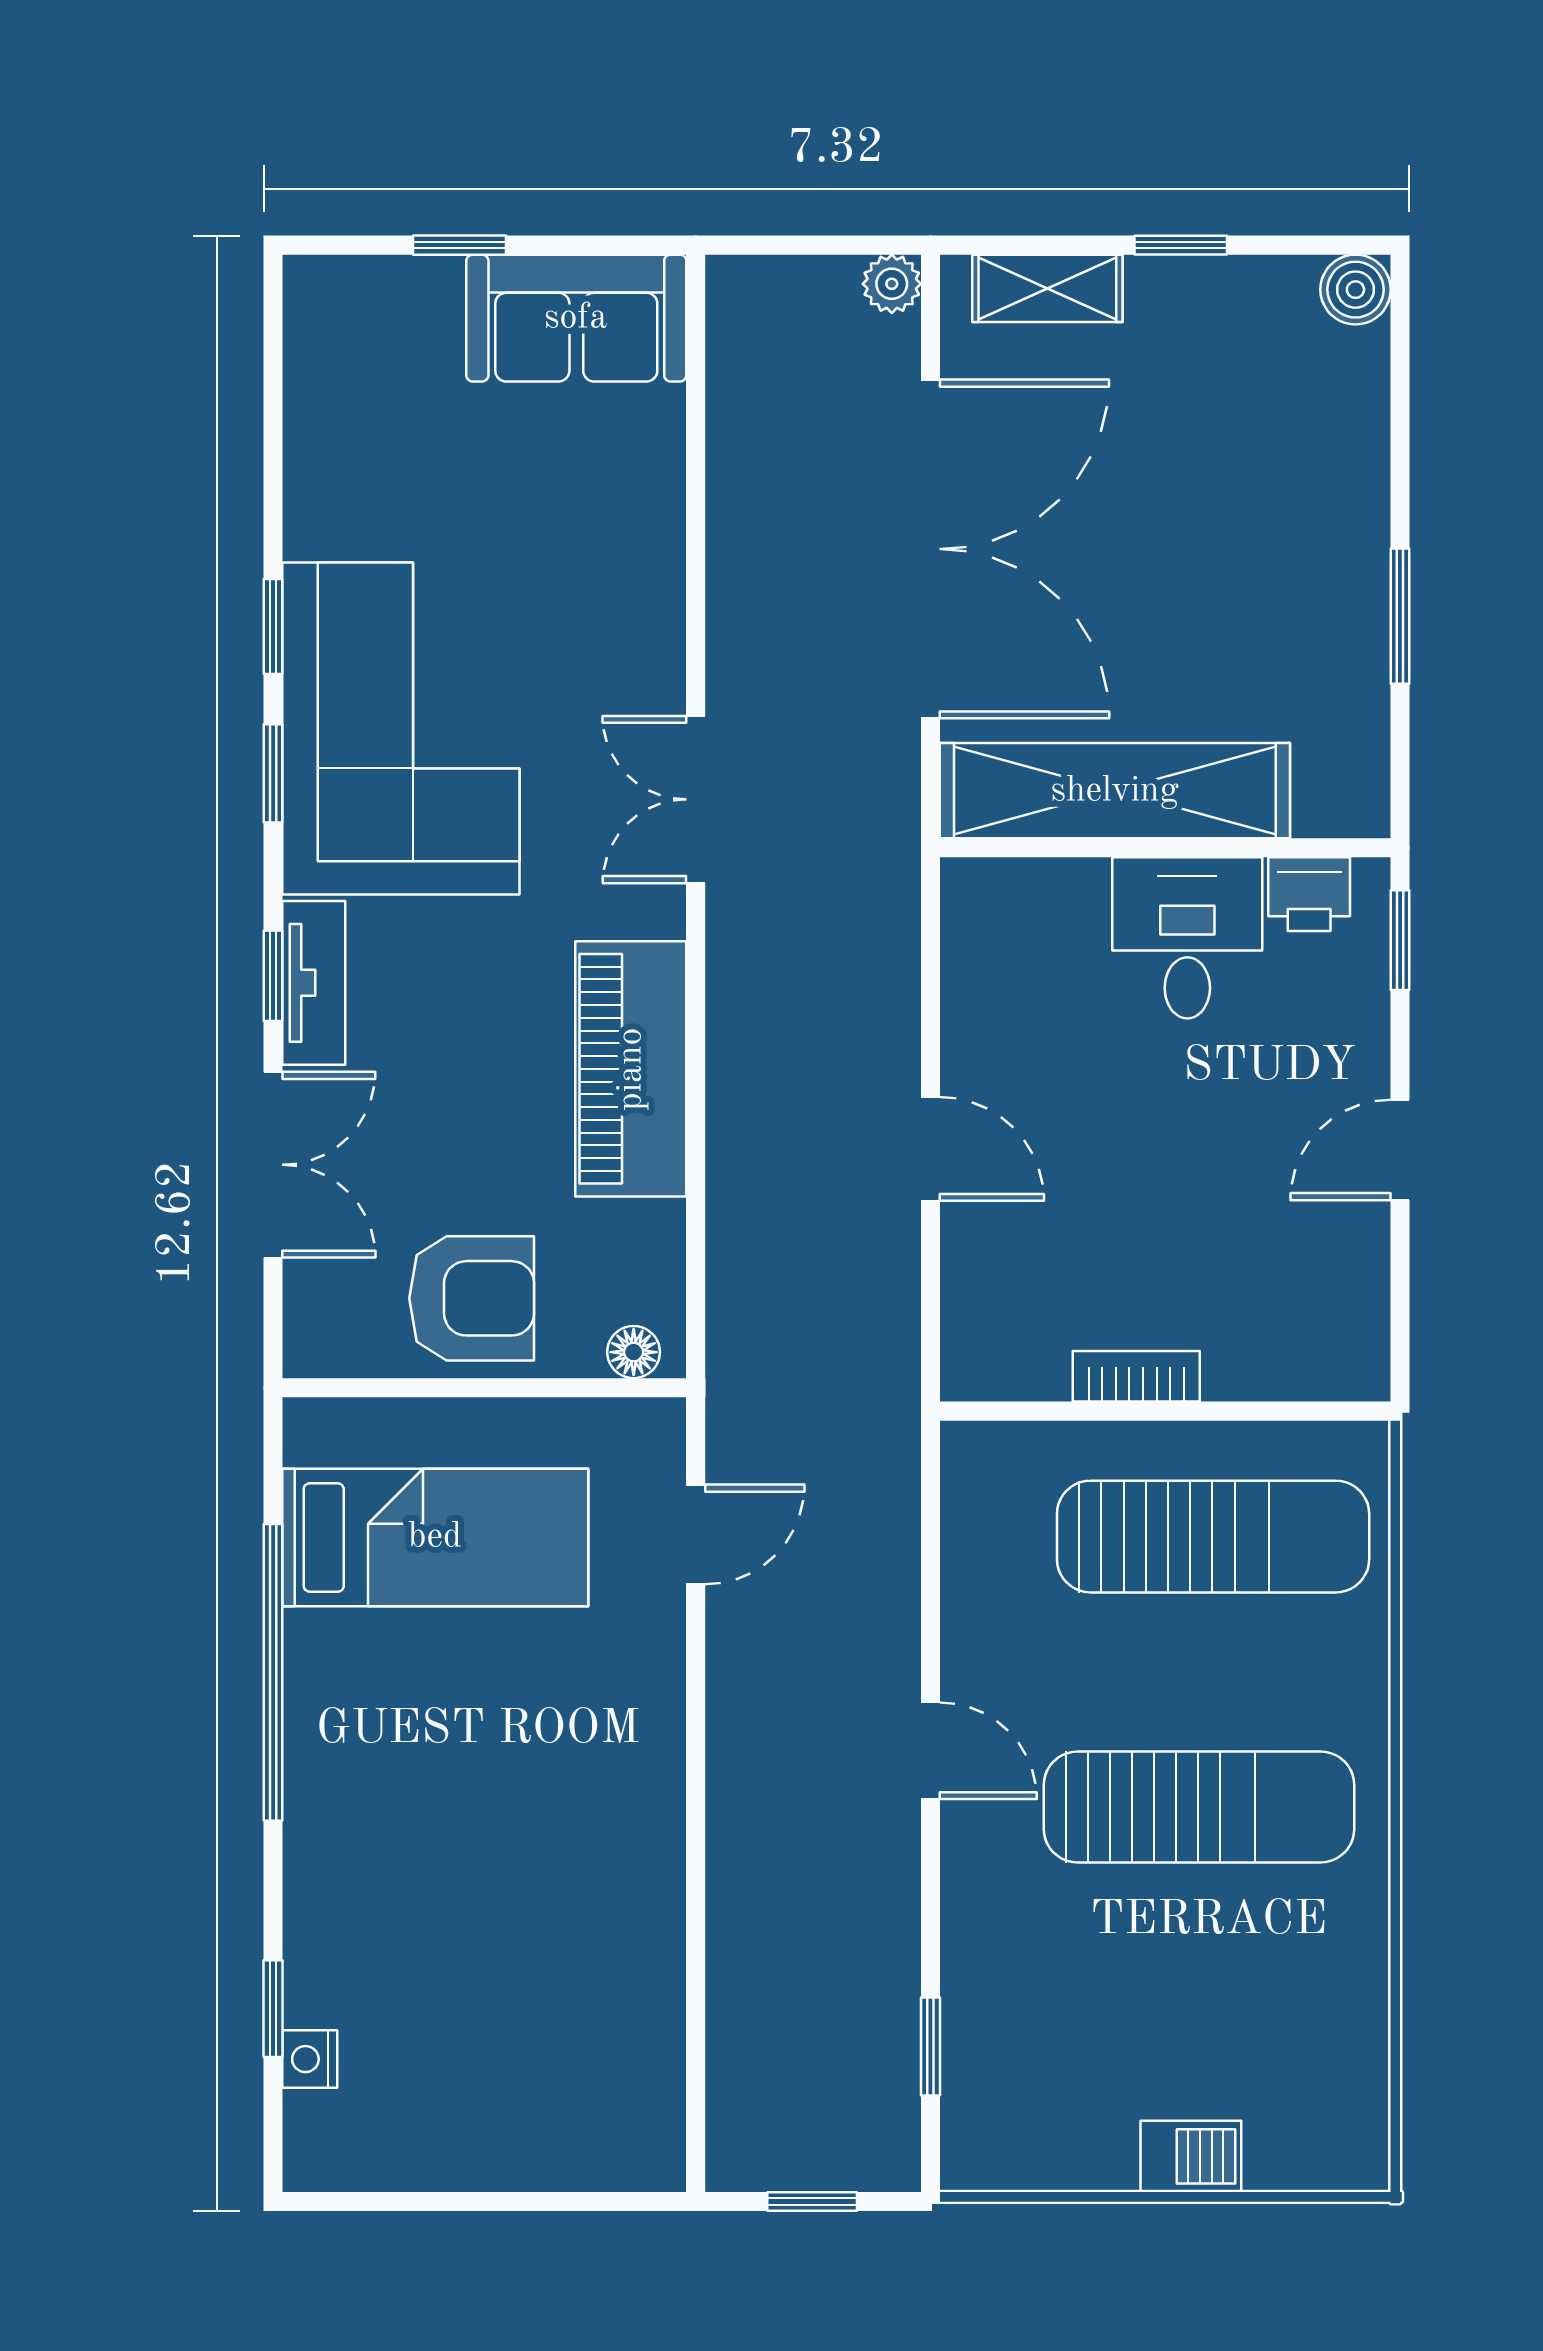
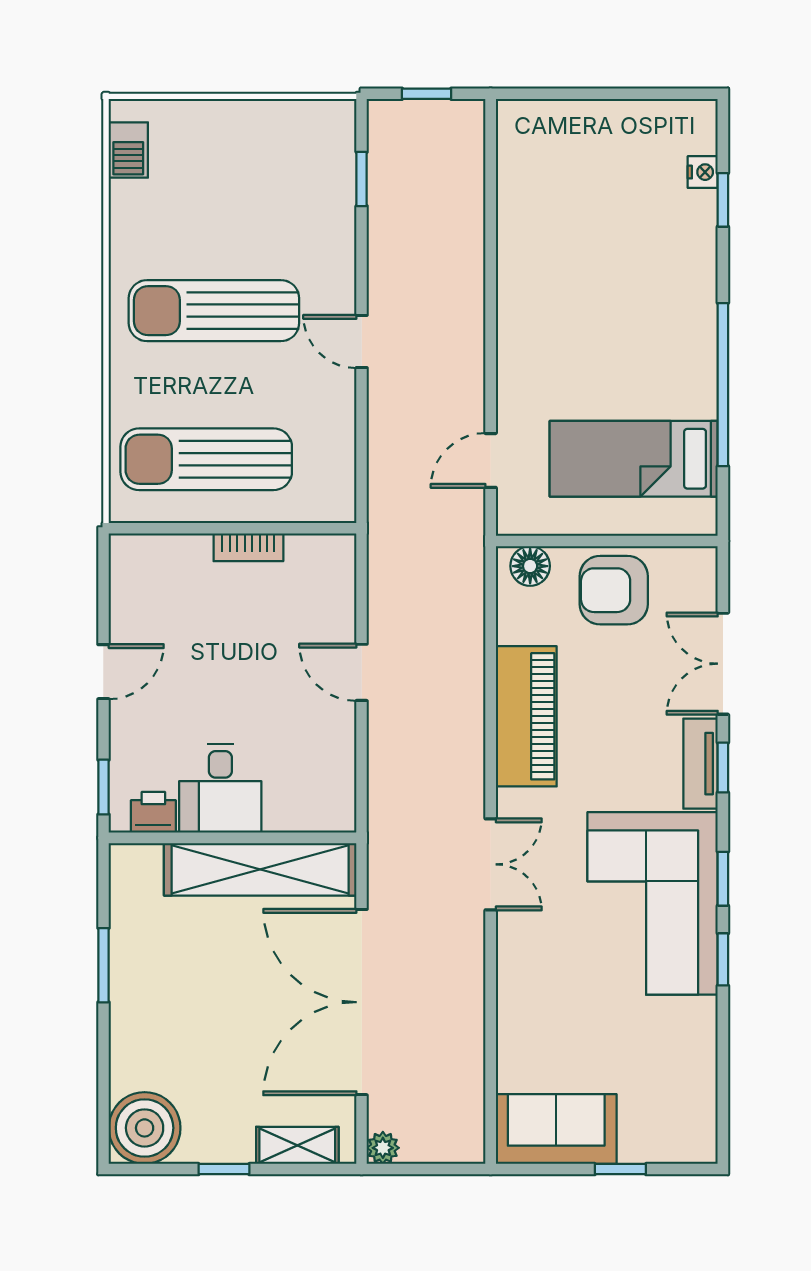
boiler: (1355, 290) -> (145, 1128), width x1.86, depth x1.86
floor lamp: (634, 1352) -> (530, 566), width x1.37, depth x1.37
barbecue: (1191, 2156) -> (128, 150), moved, turned -90

